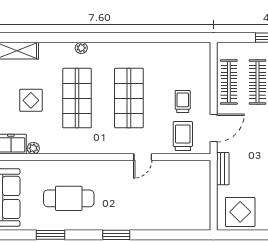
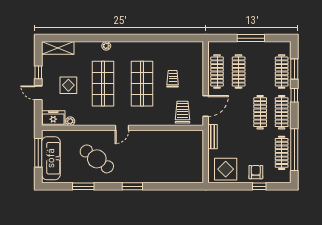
trolley: (183, 101) -> (173, 79), moved
door: (143, 157) -> (122, 128), moved
cafe table: (69, 198) -> (97, 159), turned 37

